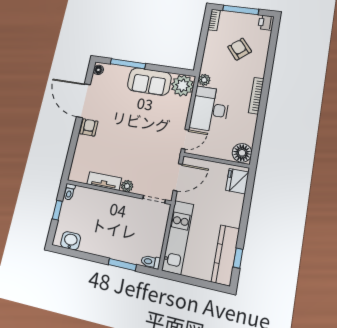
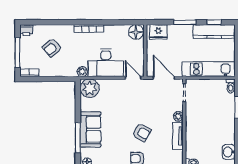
sofa: (149, 82) -> (90, 129), moved
armchair: (118, 138) -> (142, 132), added
window: (244, 218) -> (185, 22), added

